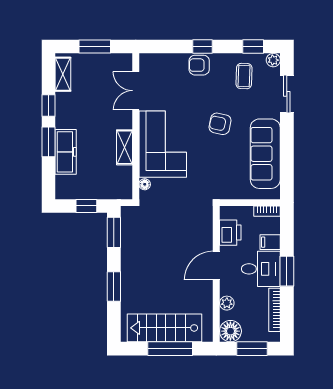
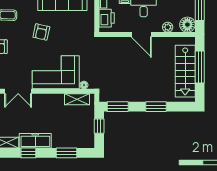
window: (48, 142) -> (67, 153), moved
shelving: (125, 147) -> (77, 99), moved
freezer: (66, 152) -> (35, 141), moved
printer: (230, 233) -> (107, 18), moved, turned 90

